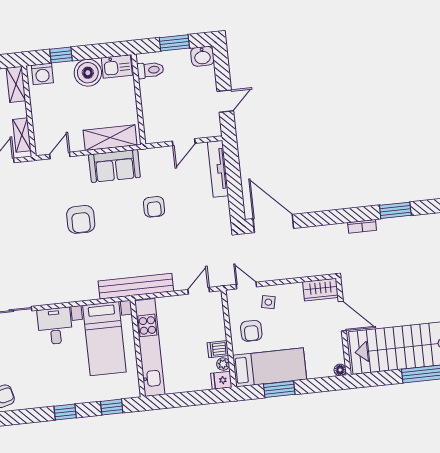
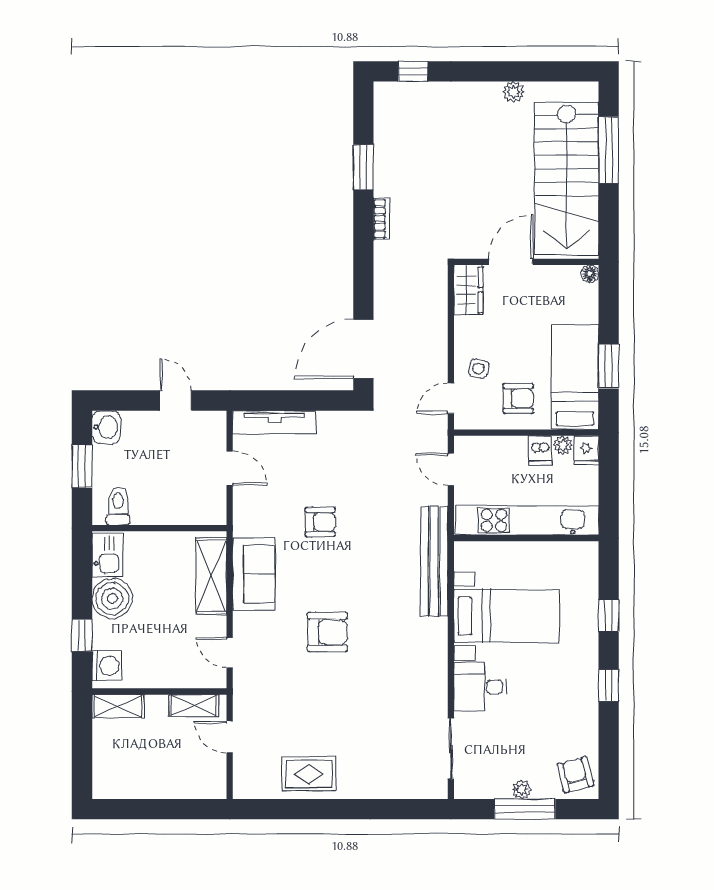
wall: (138, 348) -> (526, 538), moved
kitchen unit: (150, 348) -> (527, 520), moved

